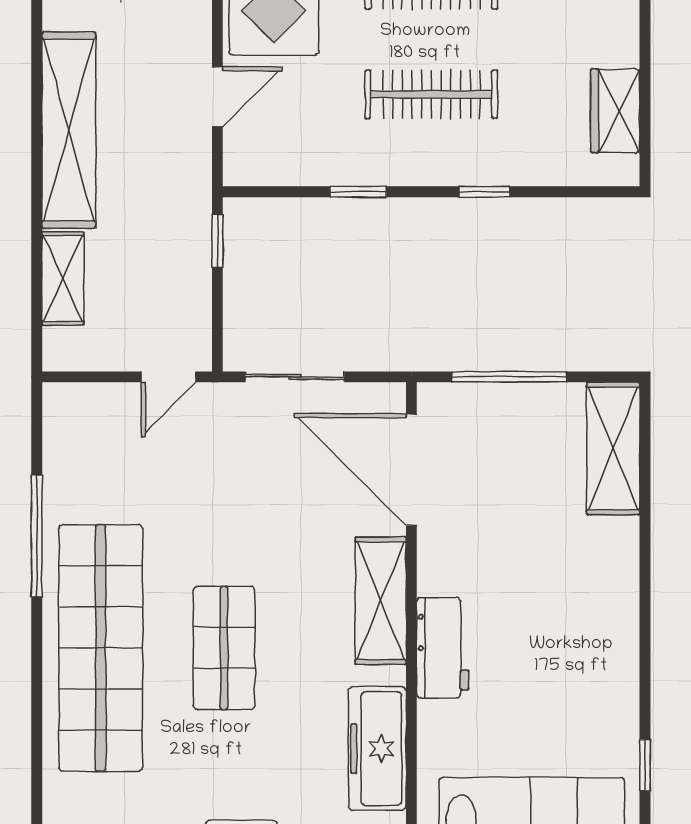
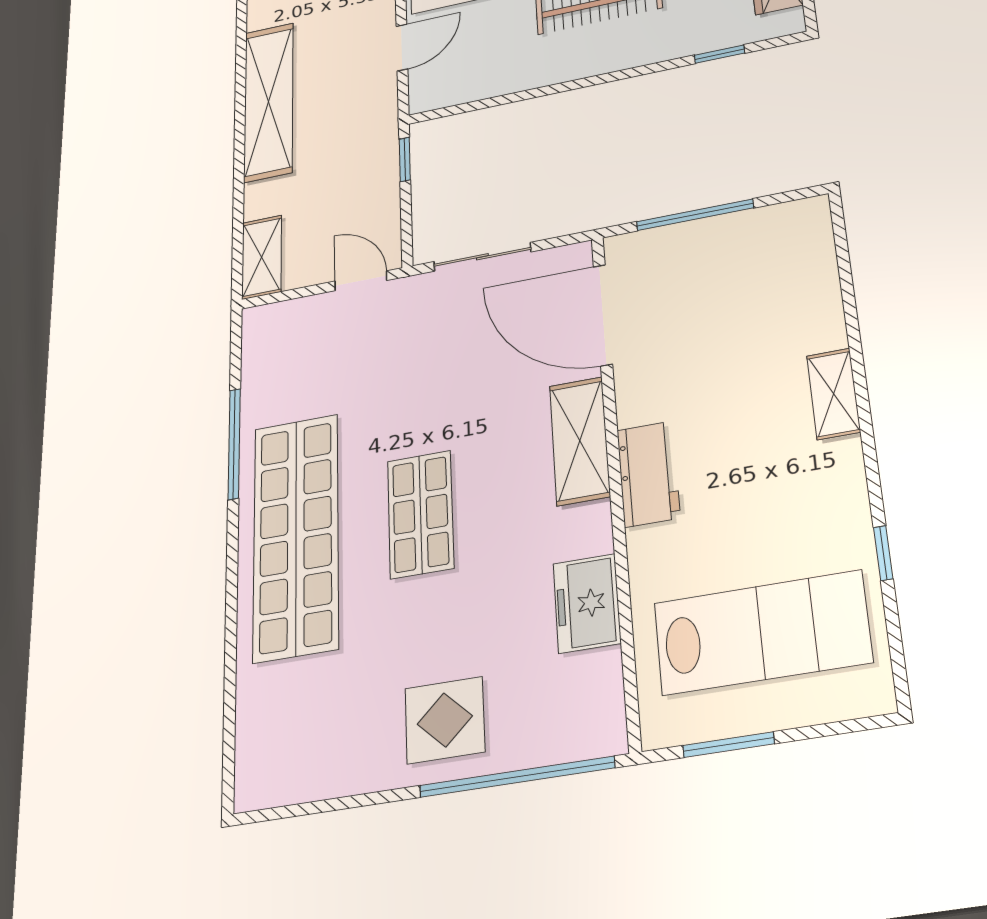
window: (358, 192) -> (535, 93), removed
window: (484, 192) -> (720, 54), moved
shelving: (63, 278) -> (262, 257), moved
door: (169, 377) -> (361, 281), swing flipped
shelving: (613, 449) -> (833, 394), moved, width x0.67, depth x0.75
freezer: (377, 749) -> (587, 603), width x0.71

